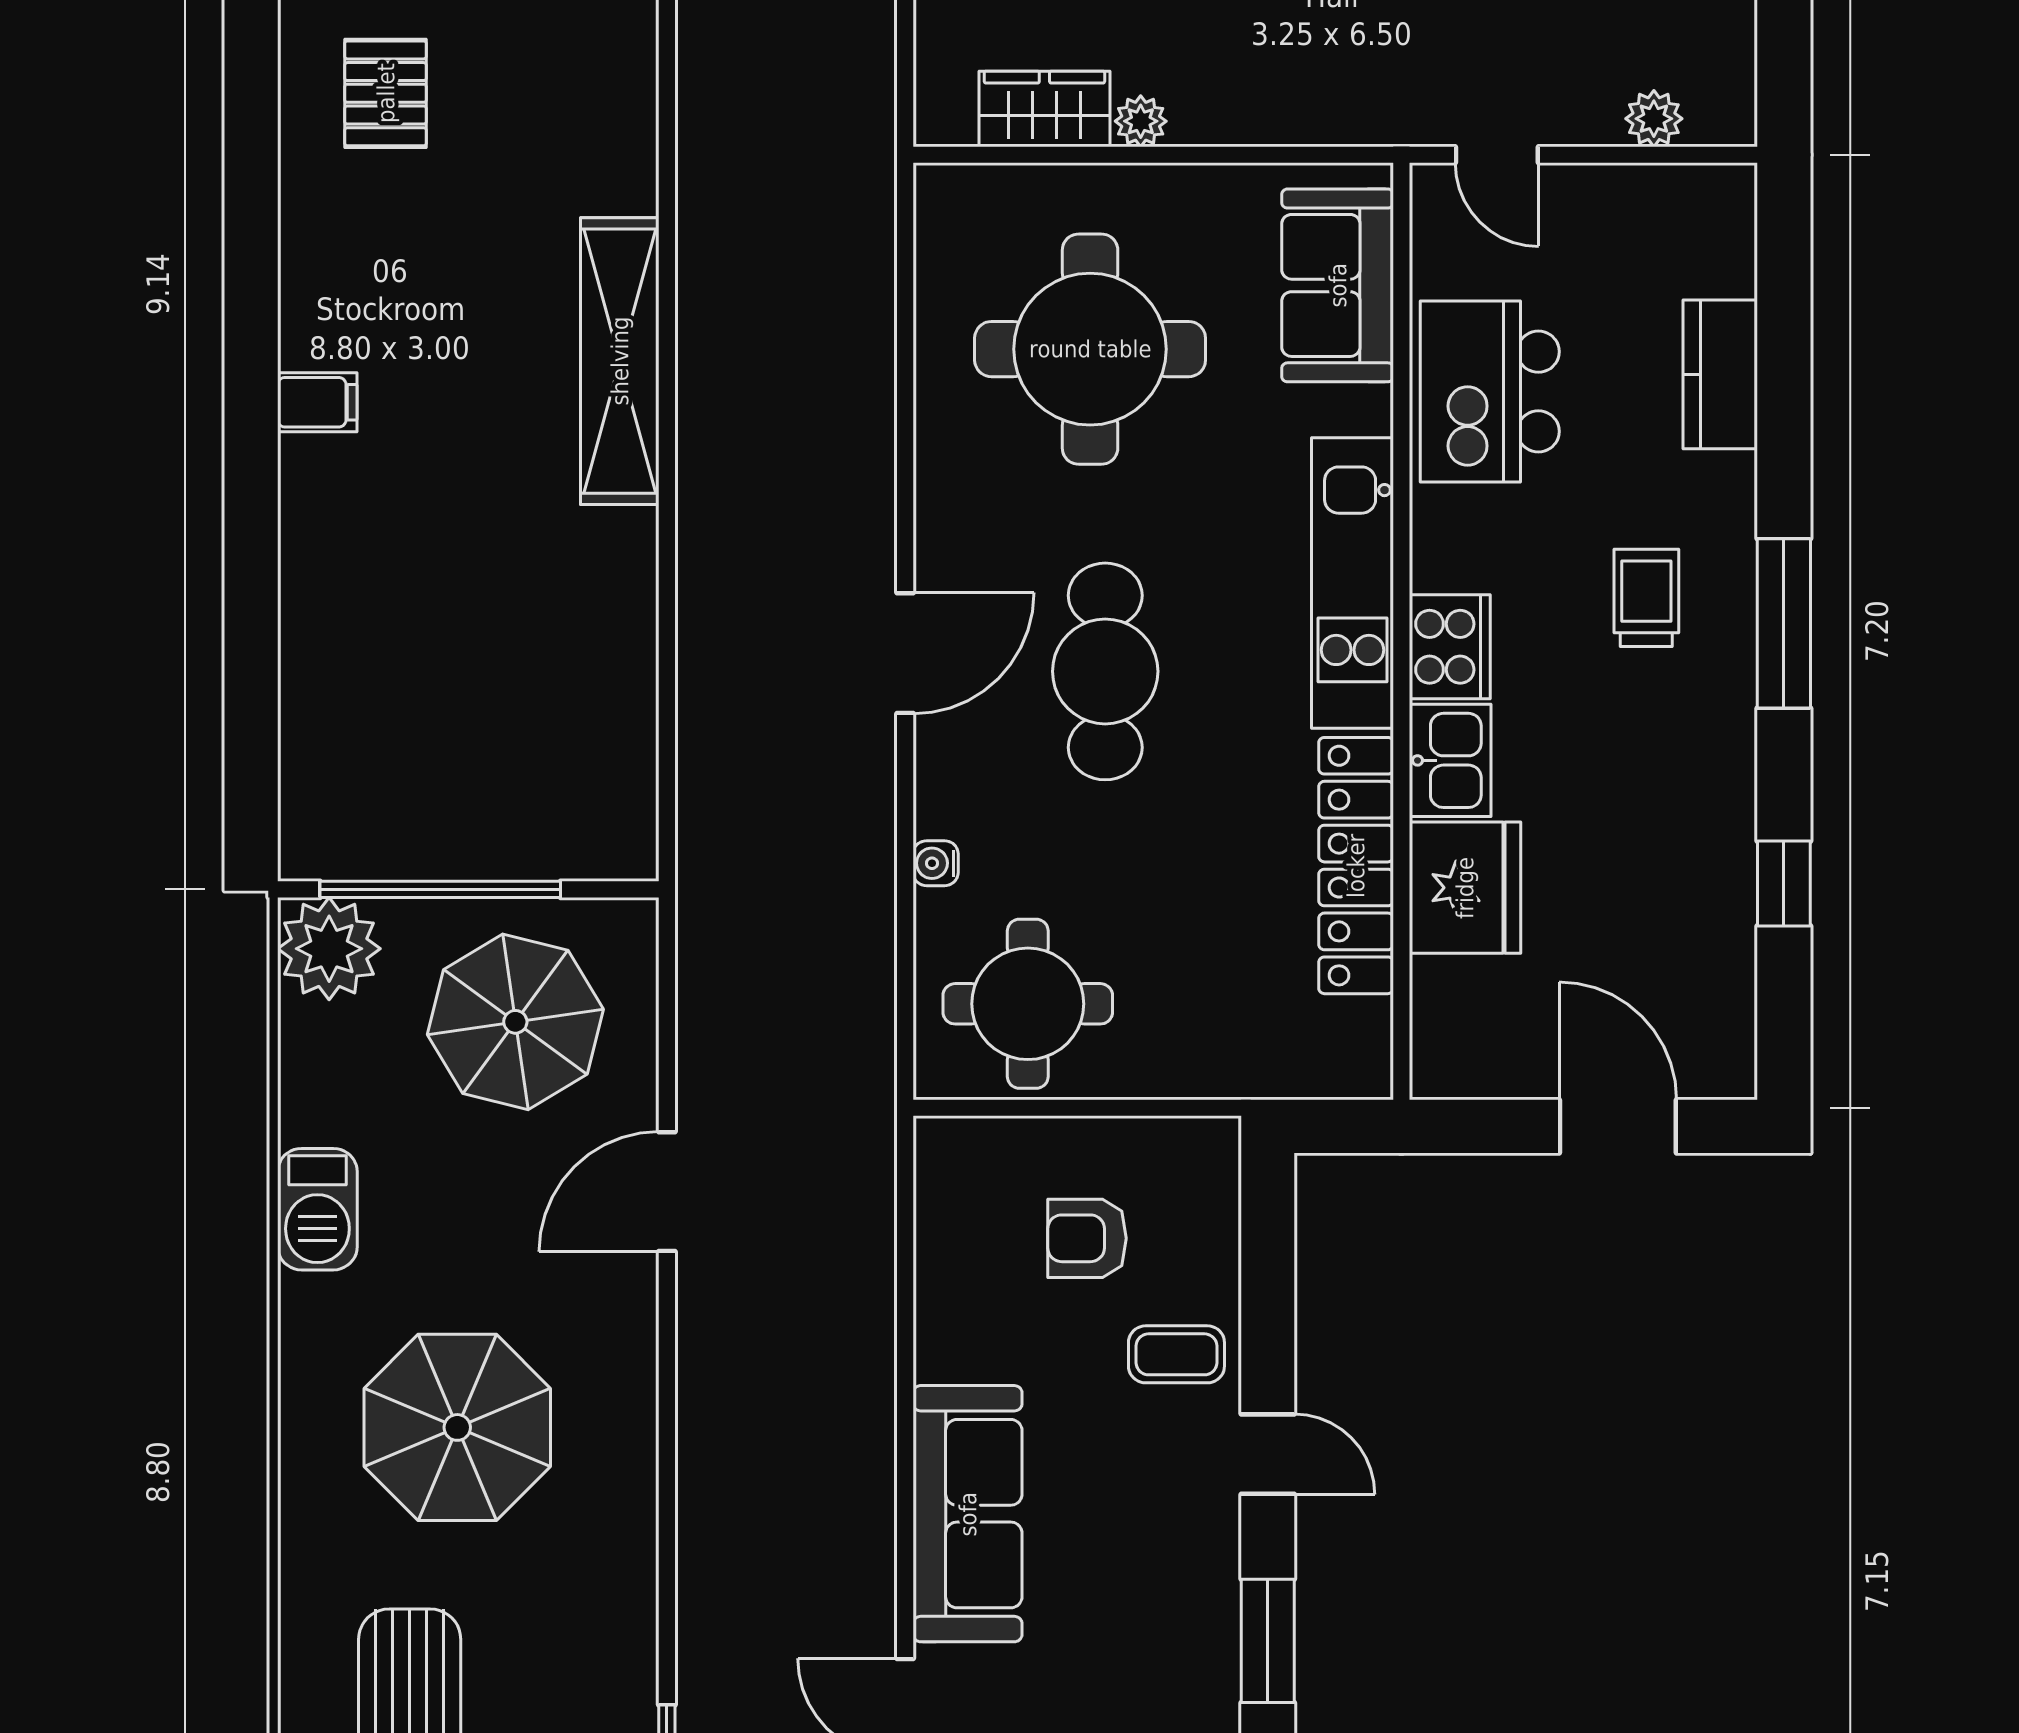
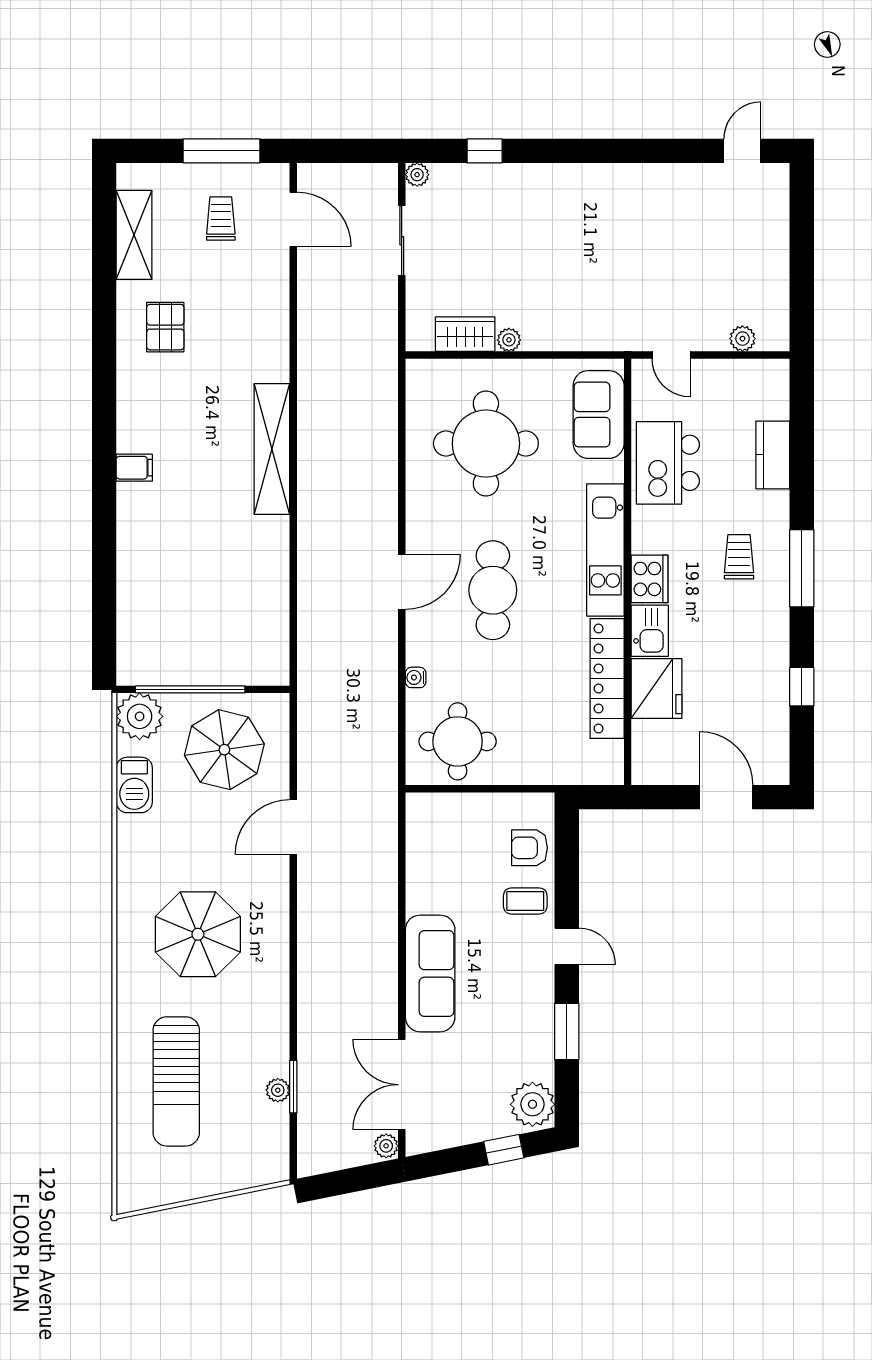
barbecue: (317, 1209) -> (134, 785), moved
armchair: (1087, 1238) -> (529, 848), moved

